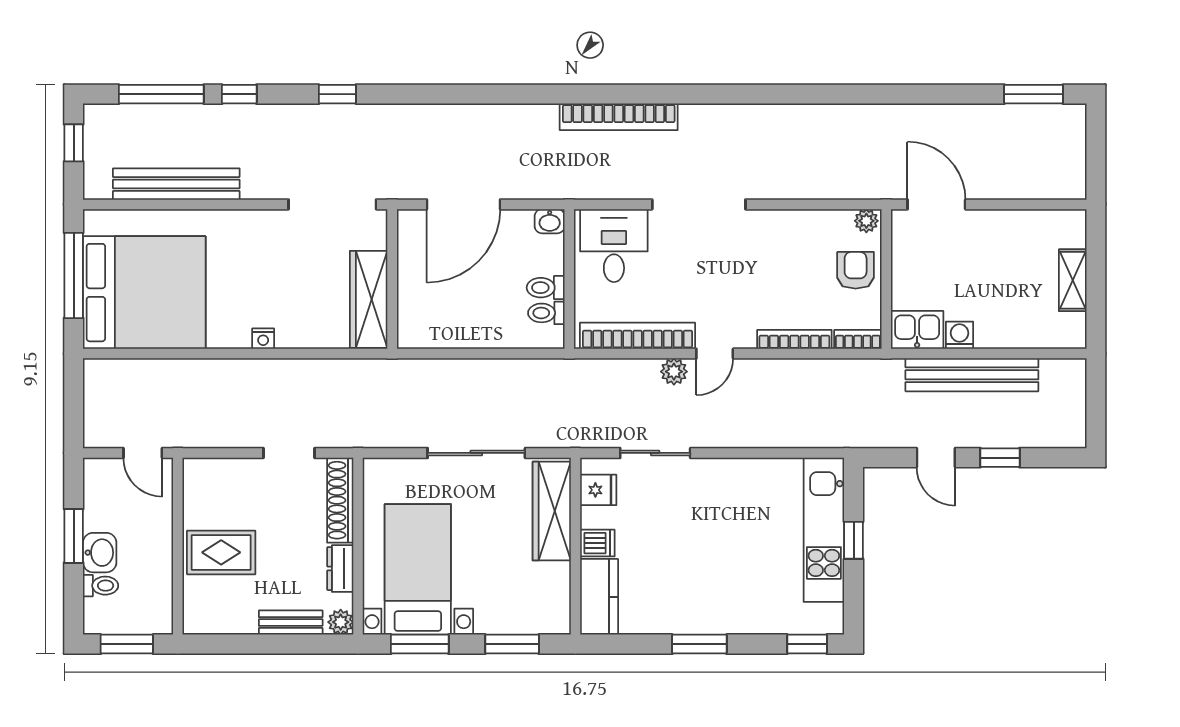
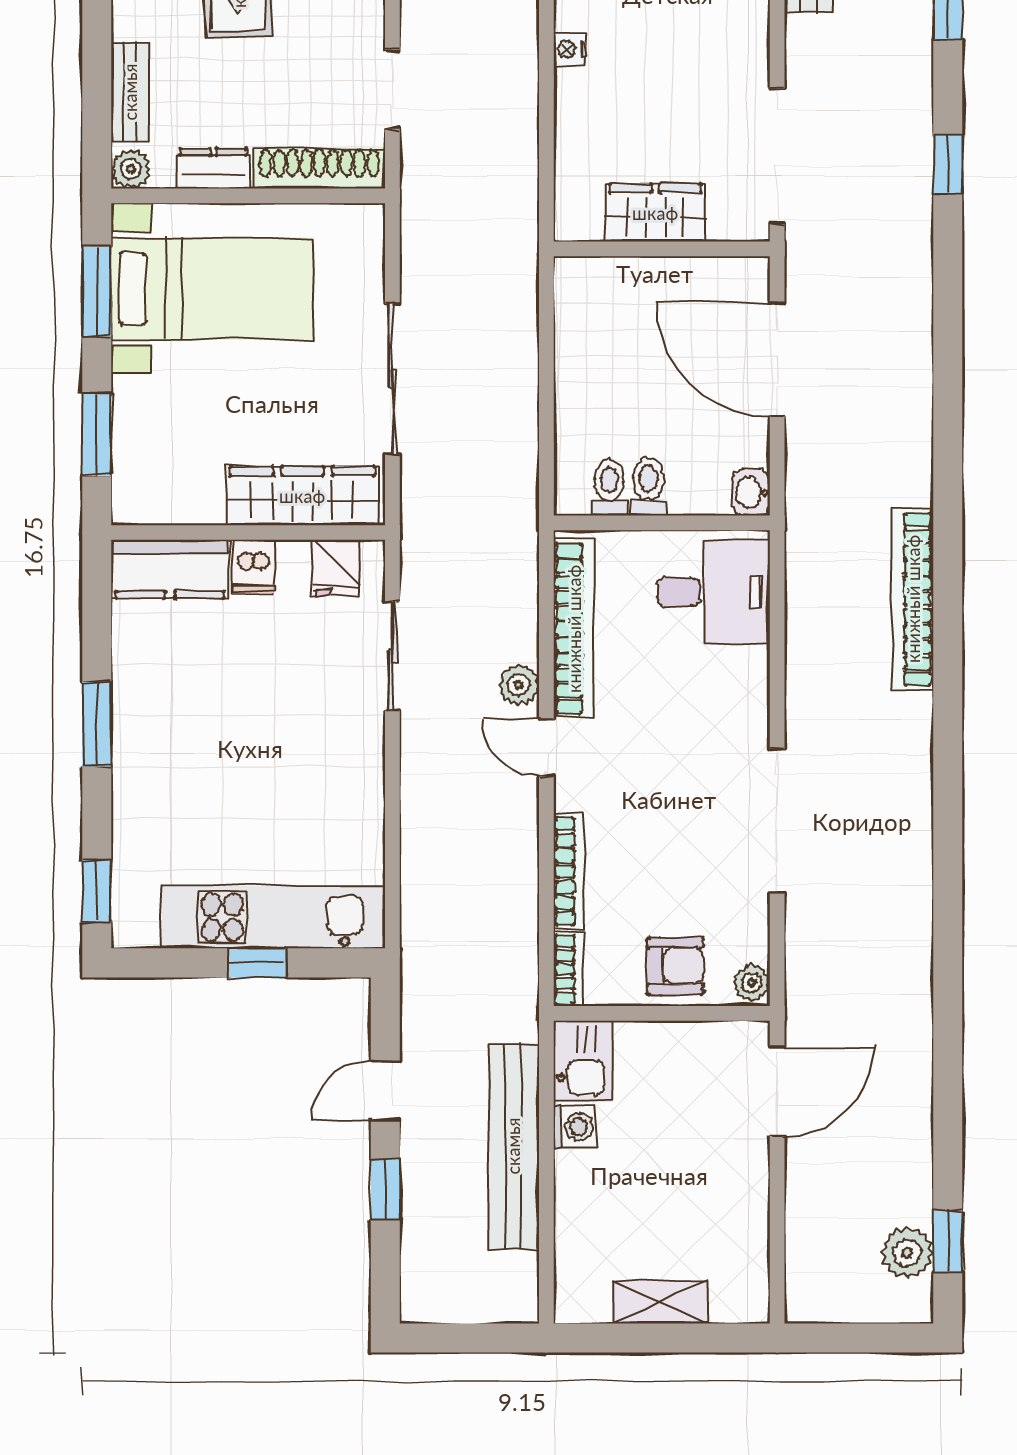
window: (1034, 94) -> (948, 1241), width x0.67
plant: (1041, 120) -> (907, 1253), added
doorway: (699, 204) -> (777, 821), moved
wardrobe: (369, 299) -> (655, 213), width x0.67

